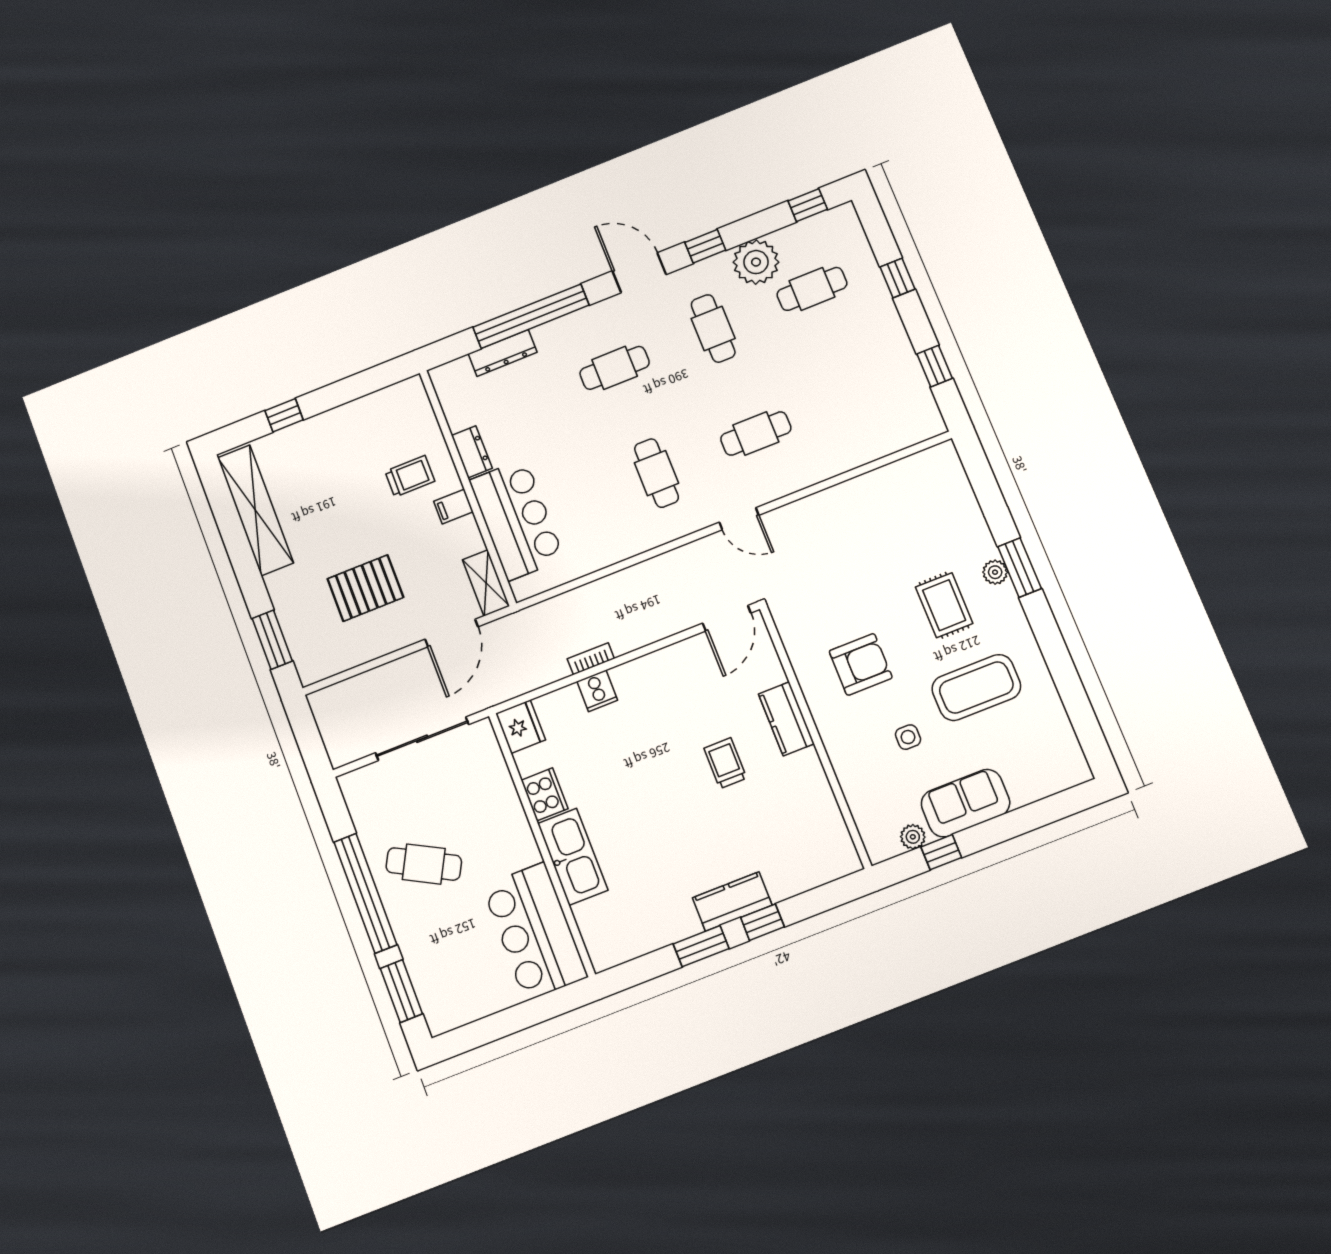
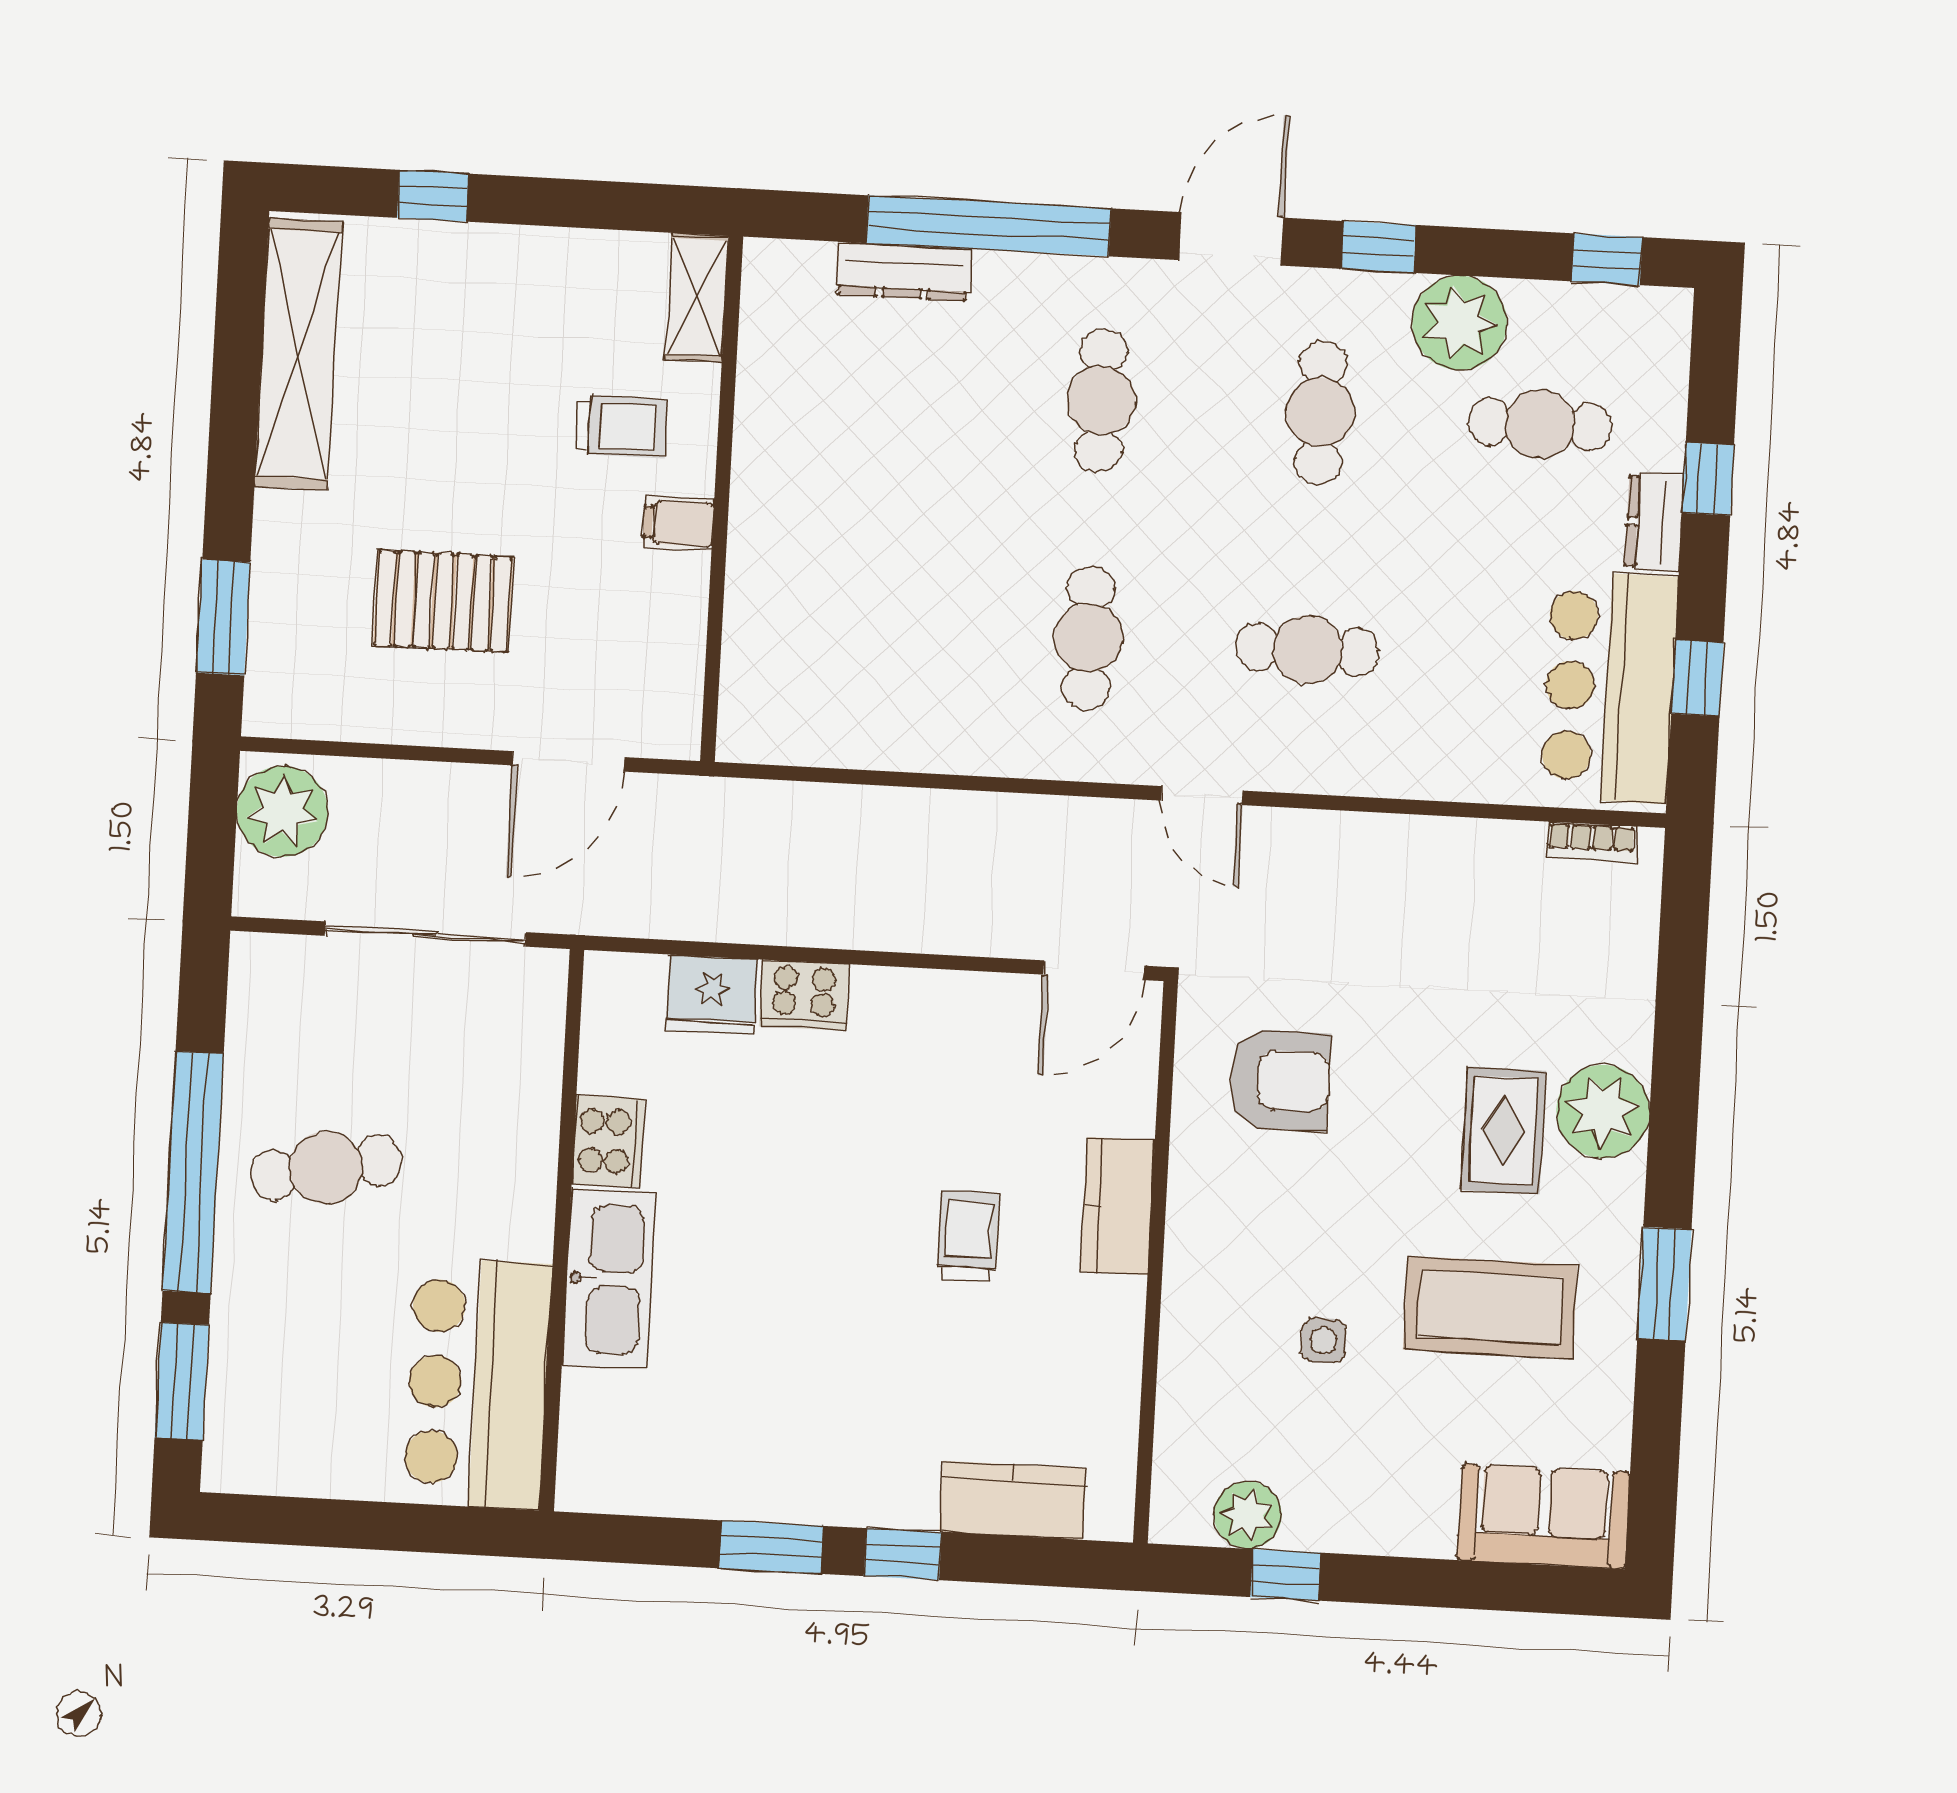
door: (639, 273) -> (1231, 239), hinge flipped
cafe table: (615, 368) -> (1101, 400), turned 90
dresser: (472, 452) -> (1654, 522), moved, turned 180
bar counter: (517, 520) -> (1609, 687), moved, turned 180
window: (1020, 568) -> (1664, 1284), moved
plant: (995, 572) -> (1603, 1111), width x1.87, depth x1.87
shelving: (486, 583) -> (697, 297), moved
bookcase: (591, 659) -> (1592, 842), moved, turned 180
armchair: (861, 664) -> (1280, 1080), moved
cooker: (597, 691) -> (804, 995), width x1.36
plant: (335, 713) -> (282, 811), added
fridge: (521, 727) -> (712, 995), moved, turned 90
sofa: (965, 803) -> (1544, 1516), moved
plant: (913, 837) -> (1248, 1515), width x1.38, depth x1.38
cafe table: (424, 864) -> (326, 1168), turned -39
kitchen counter: (732, 901) -> (1013, 1500), moved

